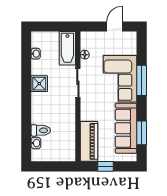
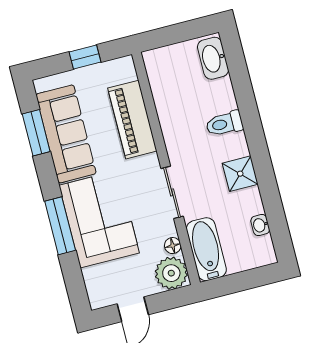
plant: (89, 40) -> (171, 273), added
toilet: (41, 130) -> (224, 124), moved
piano: (89, 141) -> (132, 120), moved
washbasin: (36, 143) -> (213, 58), width x1.91, depth x1.45

